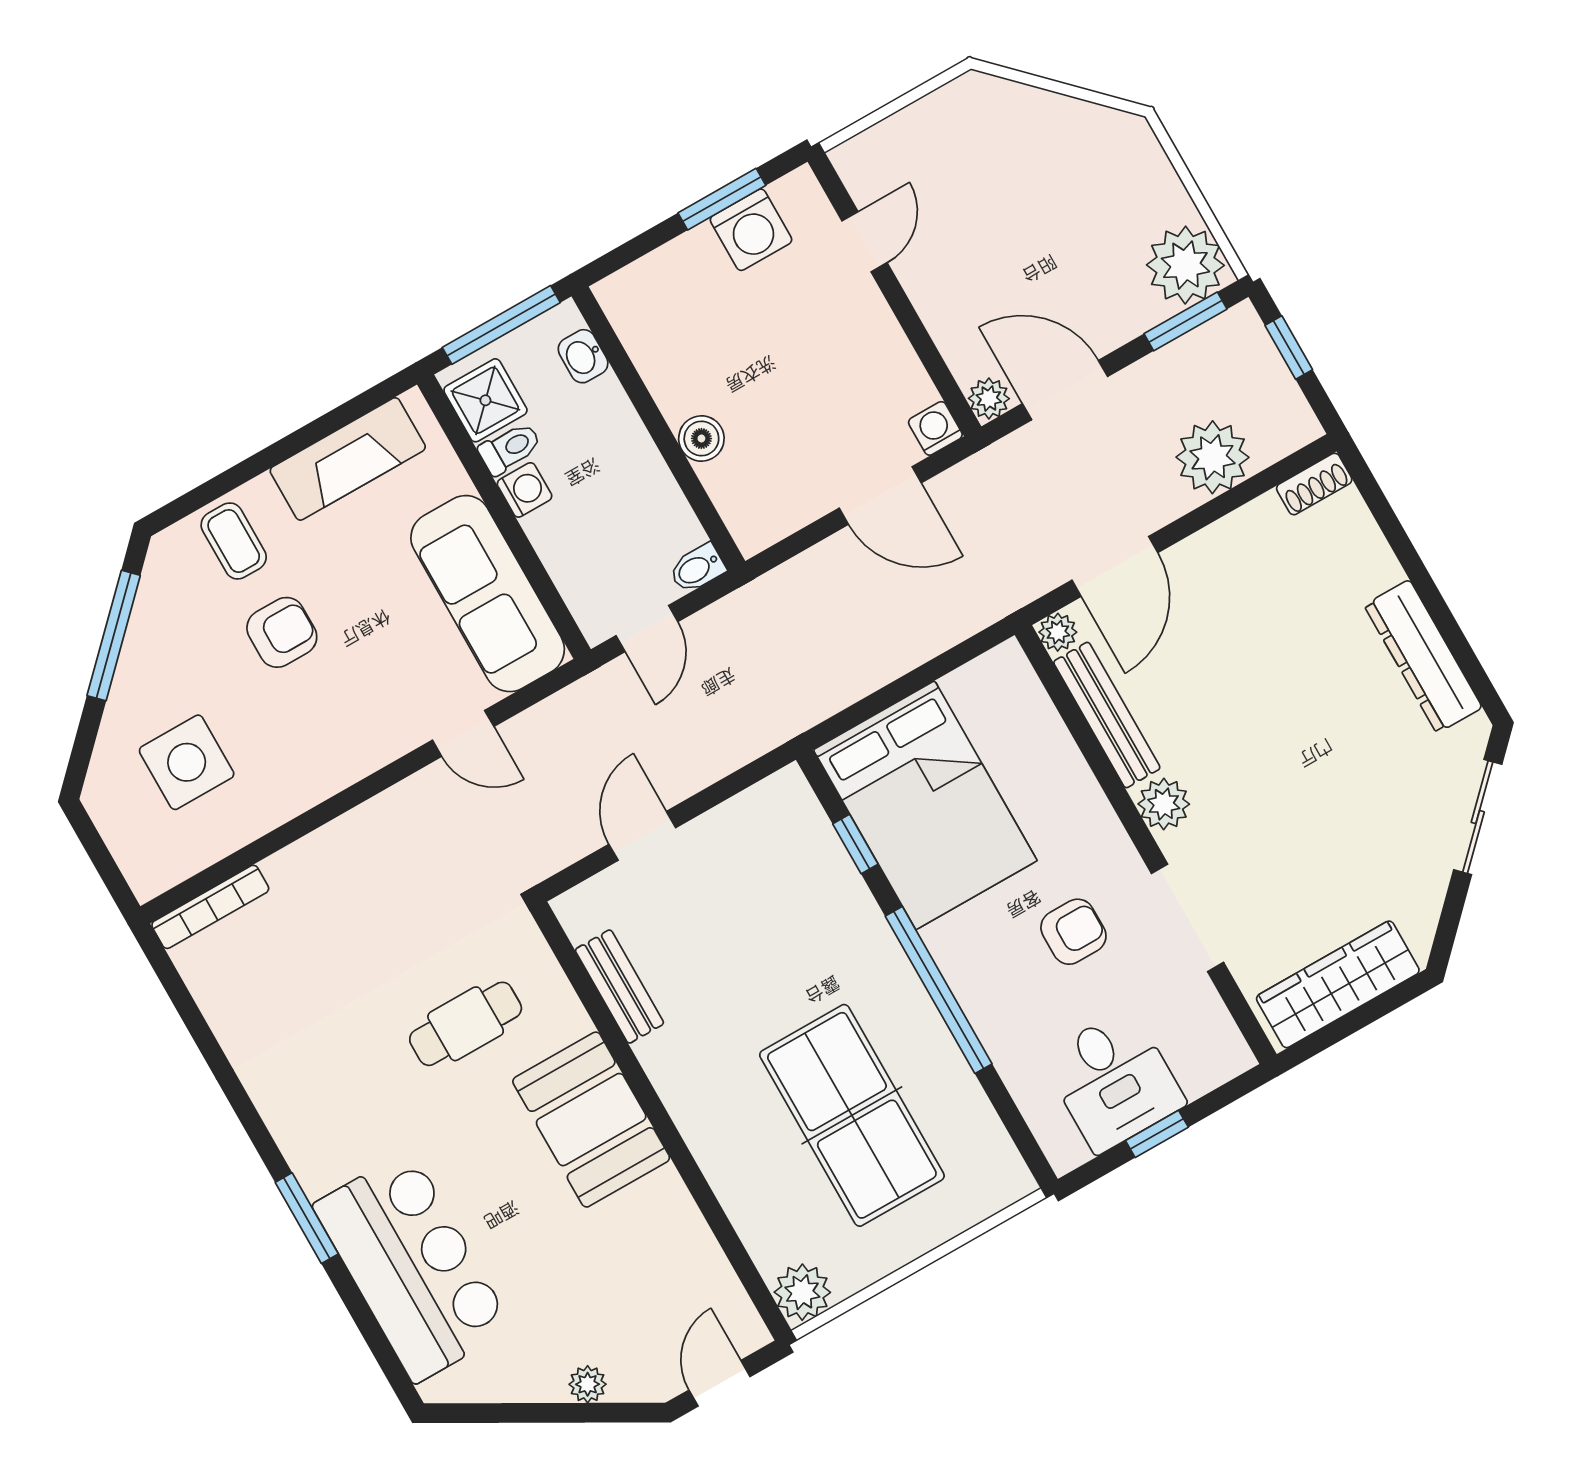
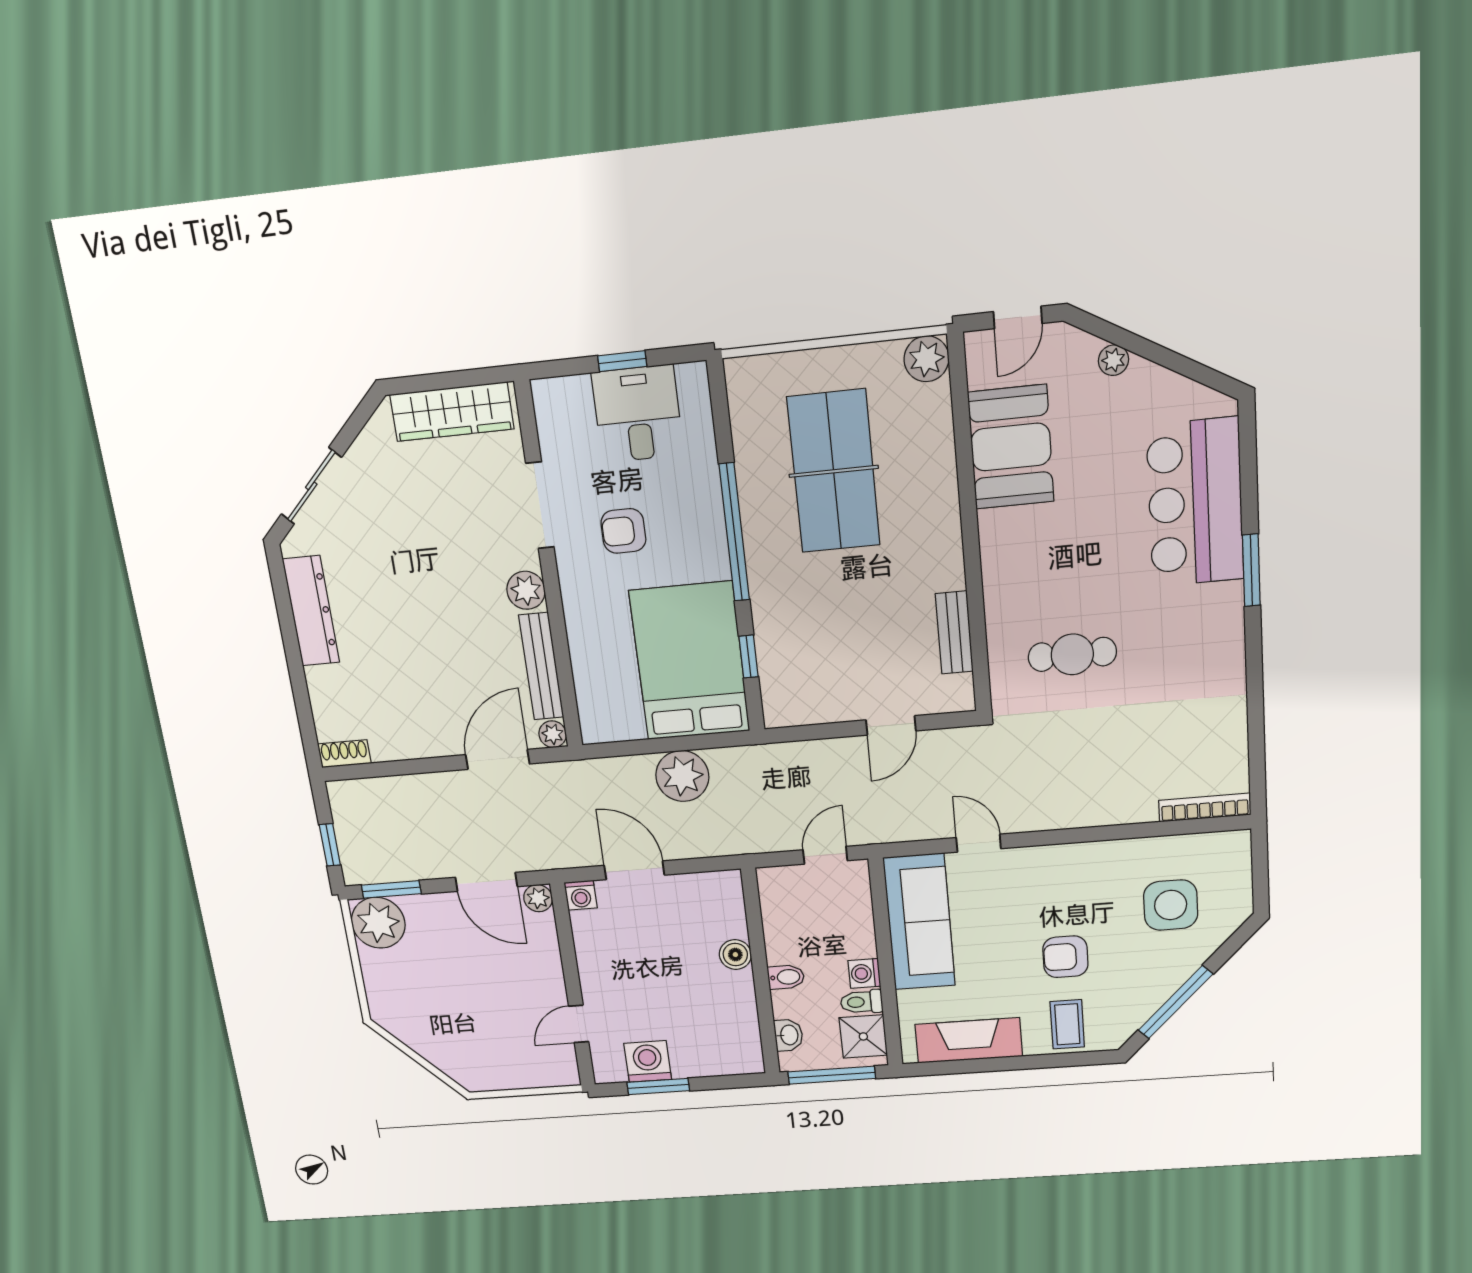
plant: (1212, 457) -> (682, 776), moved
bidet: (697, 568) -> (786, 977), moved
booth: (591, 1120) -> (1011, 447), moved

